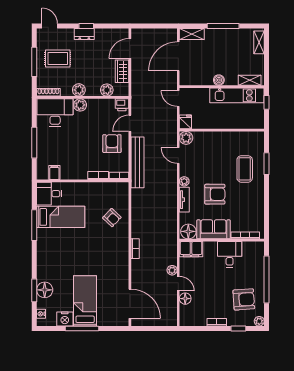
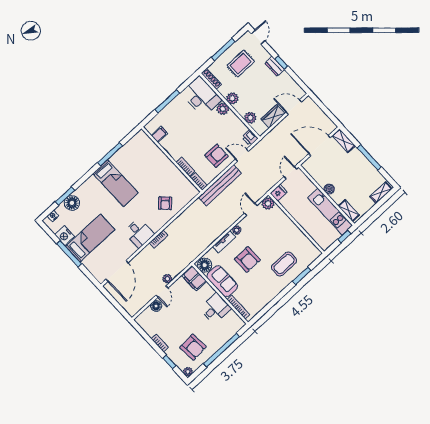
rug: (58, 58) -> (241, 64), turned 90
desk: (49, 194) -> (139, 233), moved, turned 180
bed: (61, 217) -> (116, 183), moved

